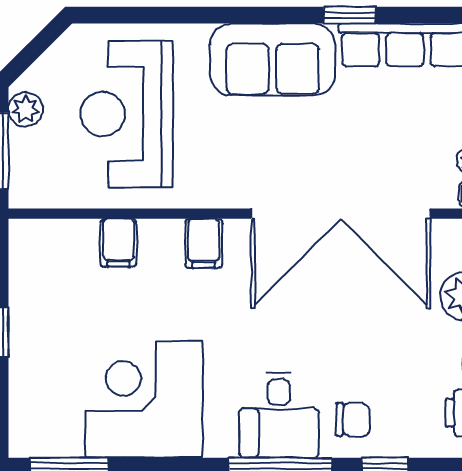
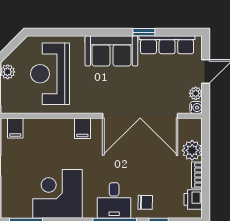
filing cabinet: (119, 243) -> (15, 128), moved

